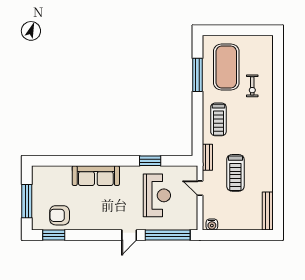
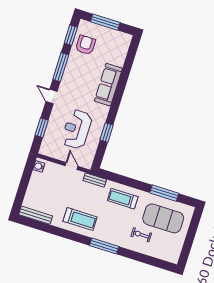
window: (278, 123) -> (104, 246), added
treadmill: (235, 173) -> (80, 219), moved, turned 180
door: (200, 188) -> (72, 166), hinge flipped
reception desk: (157, 195) -> (77, 129), turned 90
window: (93, 235) -> (61, 67), added
window: (168, 235) -> (42, 128), width x0.47

